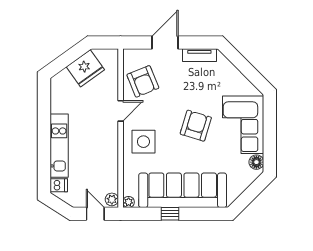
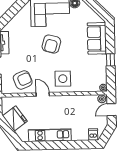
armchair: (196, 126) -> (51, 44), turned -91
kitchen unit: (59, 146) -> (50, 135), moved
sofa: (183, 190) -> (97, 38), width x0.54, depth x0.79

